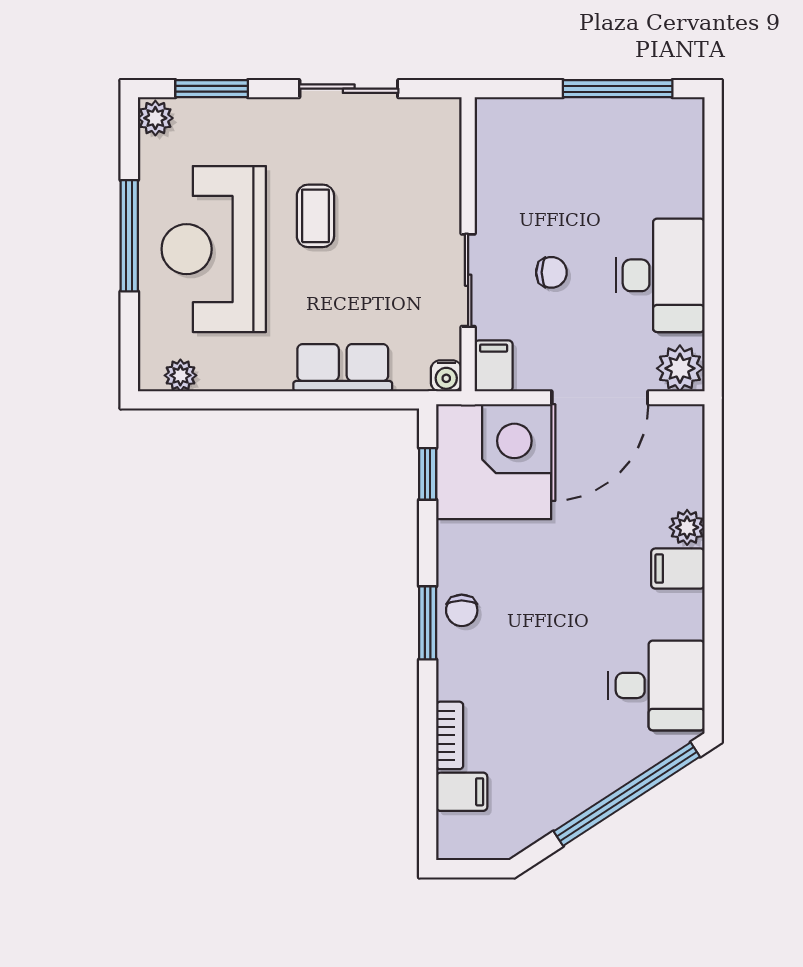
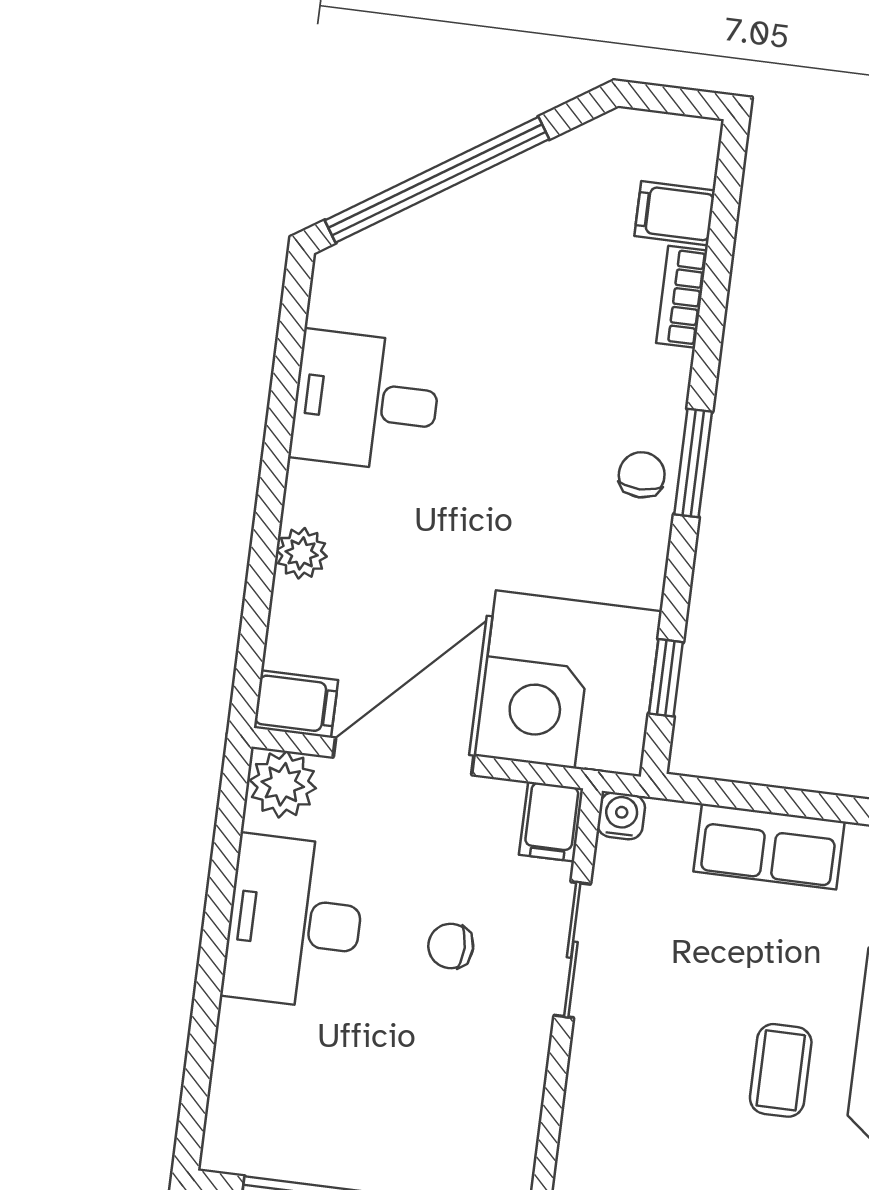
filing cabinet: (678, 569) -> (296, 704), moved
desk: (656, 685) -> (366, 401), moved

